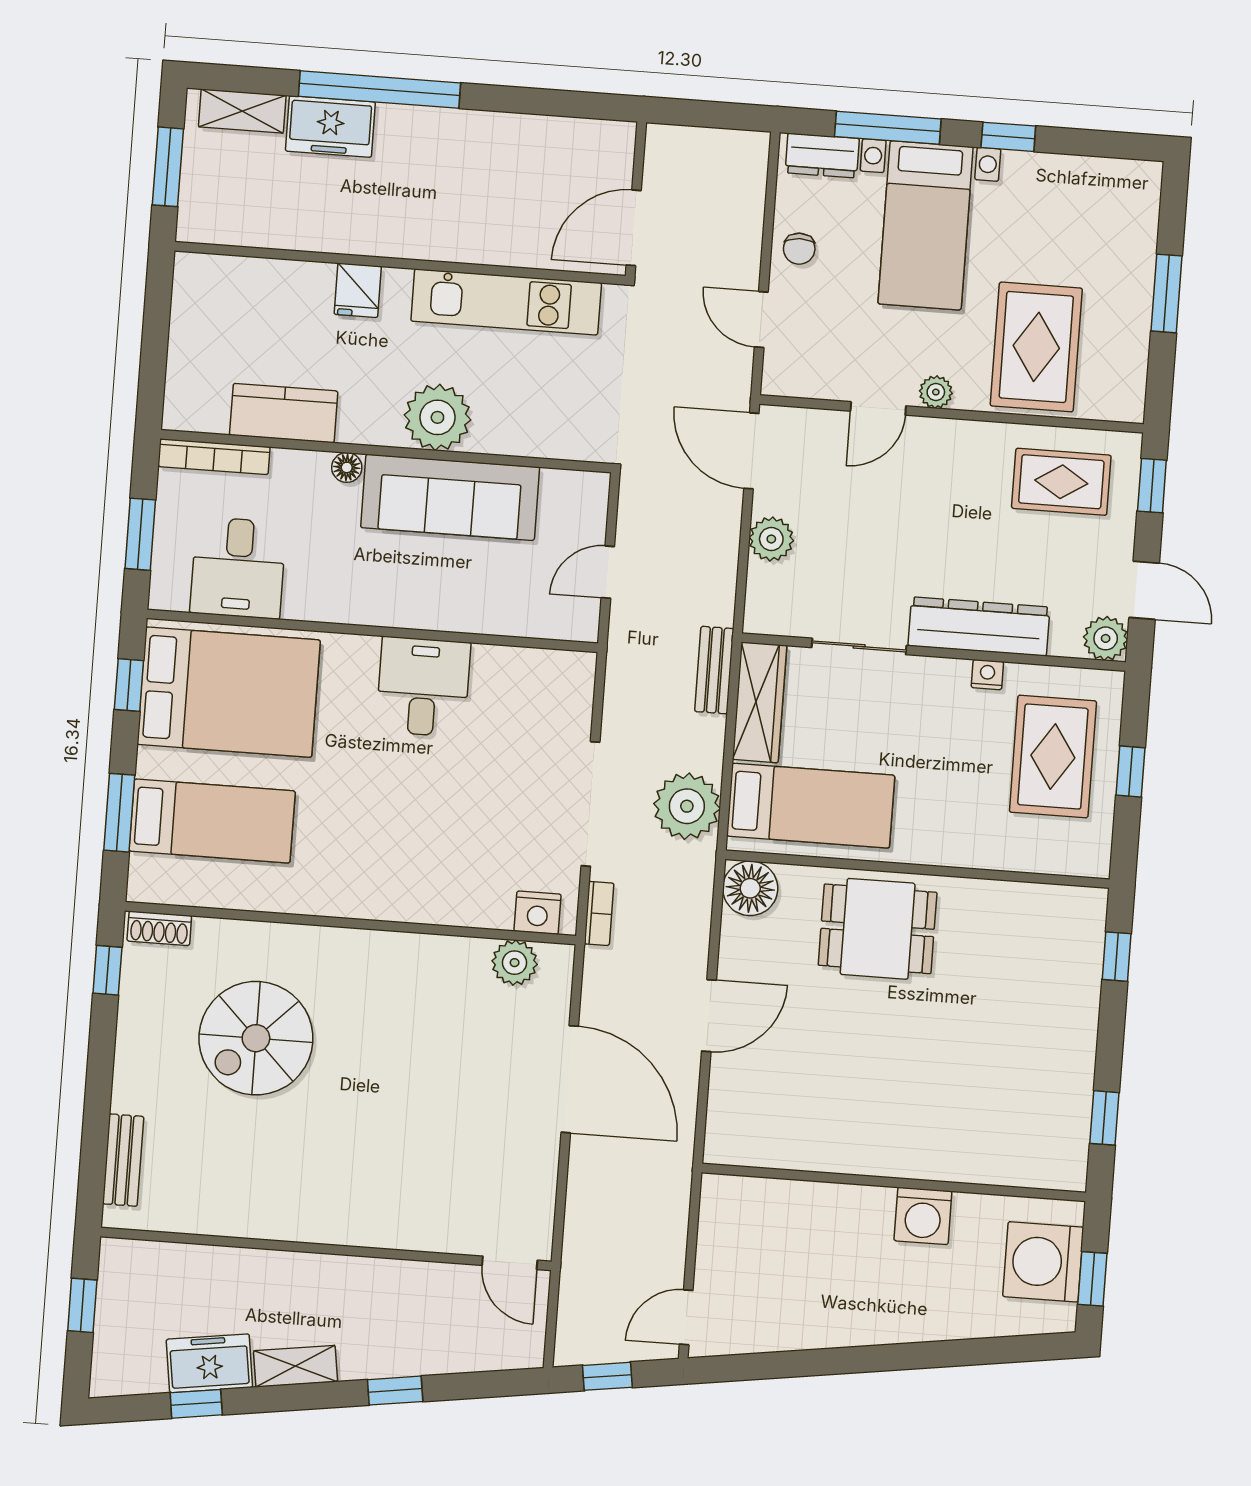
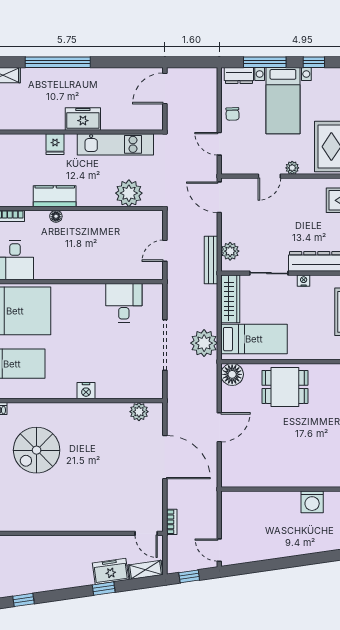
freezer: (330, 126) -> (83, 119), moved, turned 180
door: (634, 228) -> (165, 88), moved
kitchen counter: (284, 413) -> (55, 196), moved
plant: (437, 417) -> (129, 193), moved
sofa: (450, 497) -> (99, 225), removed
plant: (771, 539) -> (230, 251), moved
bench: (714, 670) -> (211, 260), moved, width x1.36
nightstand: (987, 675) -> (304, 281), moved
desk: (423, 687) -> (124, 303), moved
nightstand: (537, 913) -> (86, 391), moved
bookcase: (599, 913) -> (172, 522), moved
door: (686, 1317) -> (219, 550), hinge flipped
freezer: (209, 1363) -> (111, 571), moved
shelving: (296, 1366) -> (145, 570), moved

